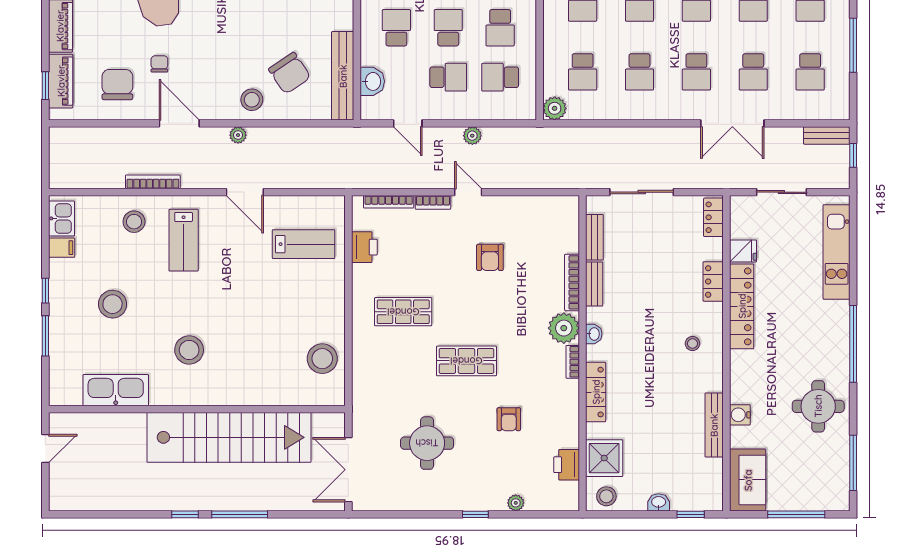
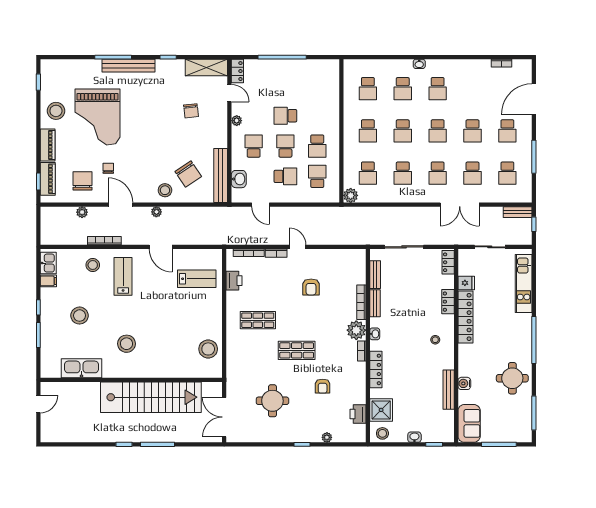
school desk: (500, 77) -> (317, 176), turned 90
plant: (472, 136) -> (82, 212), moved
lab bench: (184, 240) -> (123, 276), turned 180

